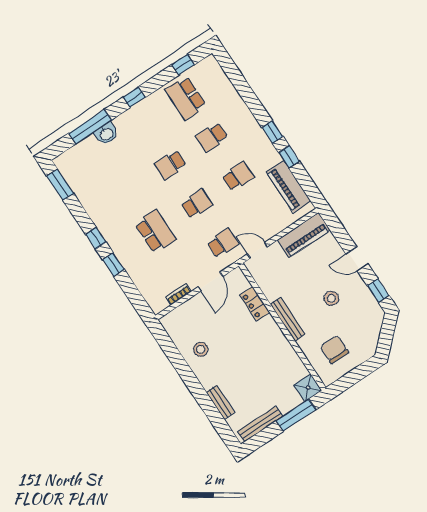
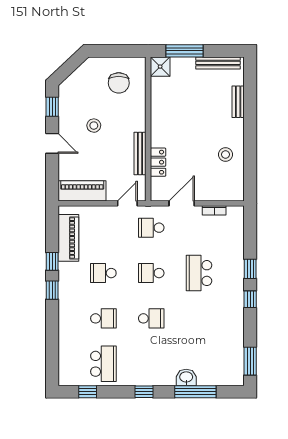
door: (257, 250) -> (127, 203), swing flipped
bench: (288, 319) -> (140, 153), moved

